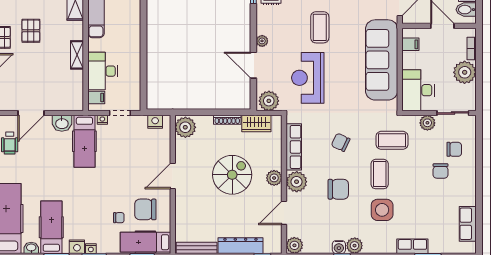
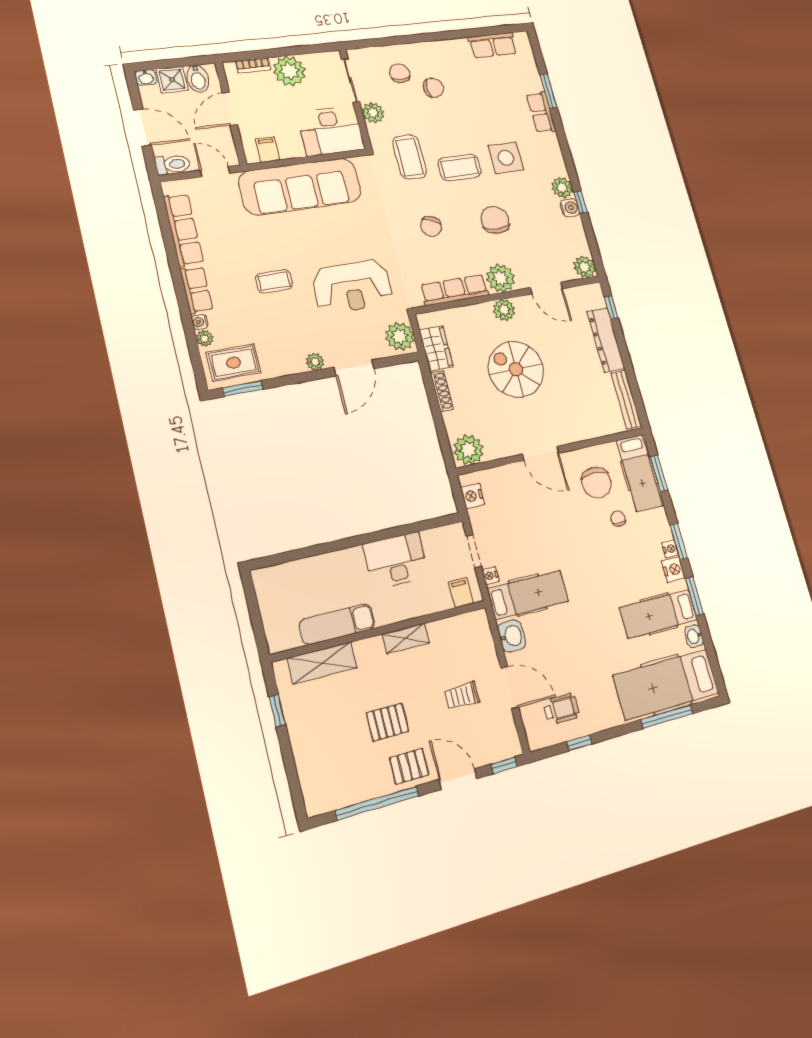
coffee table: (320, 27) -> (274, 281), width x0.73, depth x0.77
desk: (103, 71) -> (396, 560), moved, turned 180
trolley: (34, 81) -> (462, 696), added

